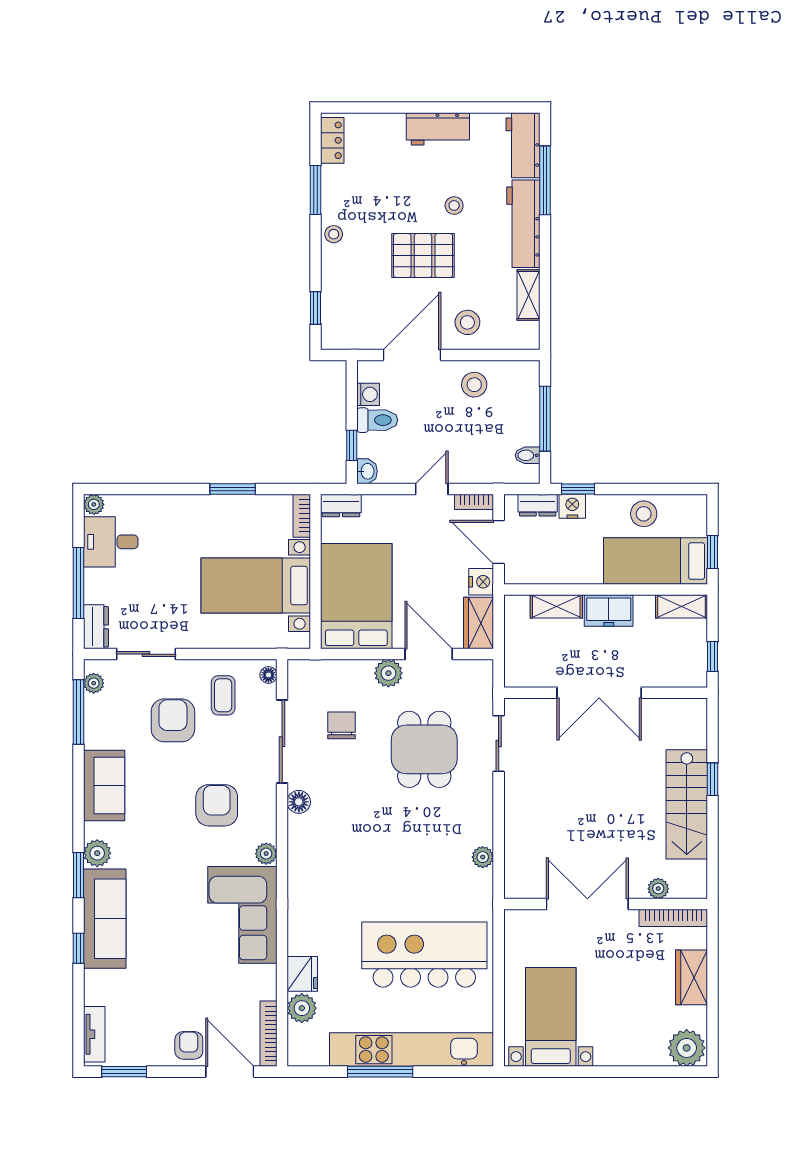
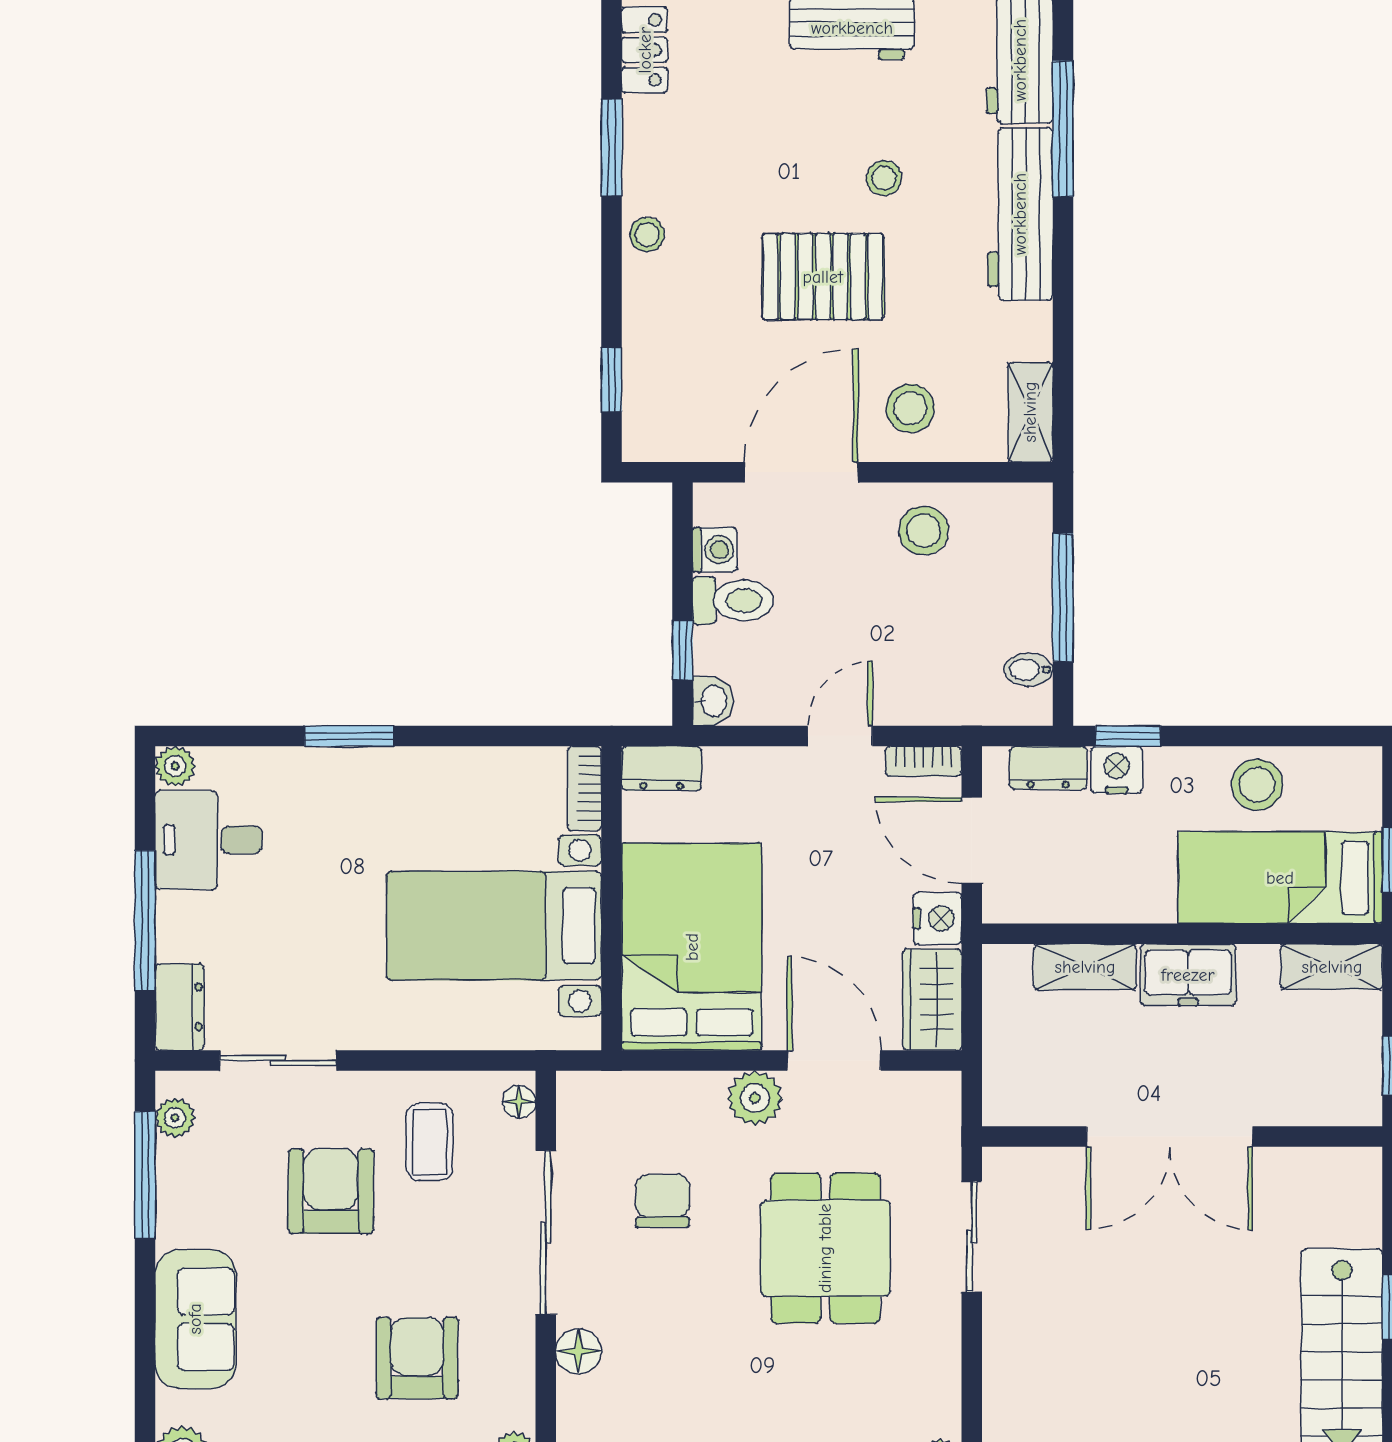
shelving: (528, 295) -> (1030, 412), moved
window: (233, 489) -> (349, 736), moved

